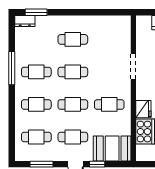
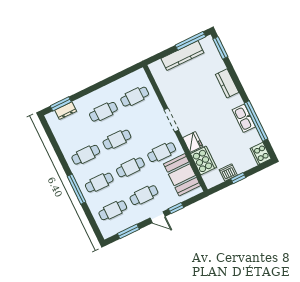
dresser: (25, 21) -> (66, 111), moved
cafe table: (109, 39) -> (135, 97), added
doorway: (133, 67) -> (171, 120), moved
window: (12, 68) -> (76, 189), moved
booth: (112, 148) -> (182, 175), moved, turned 90

